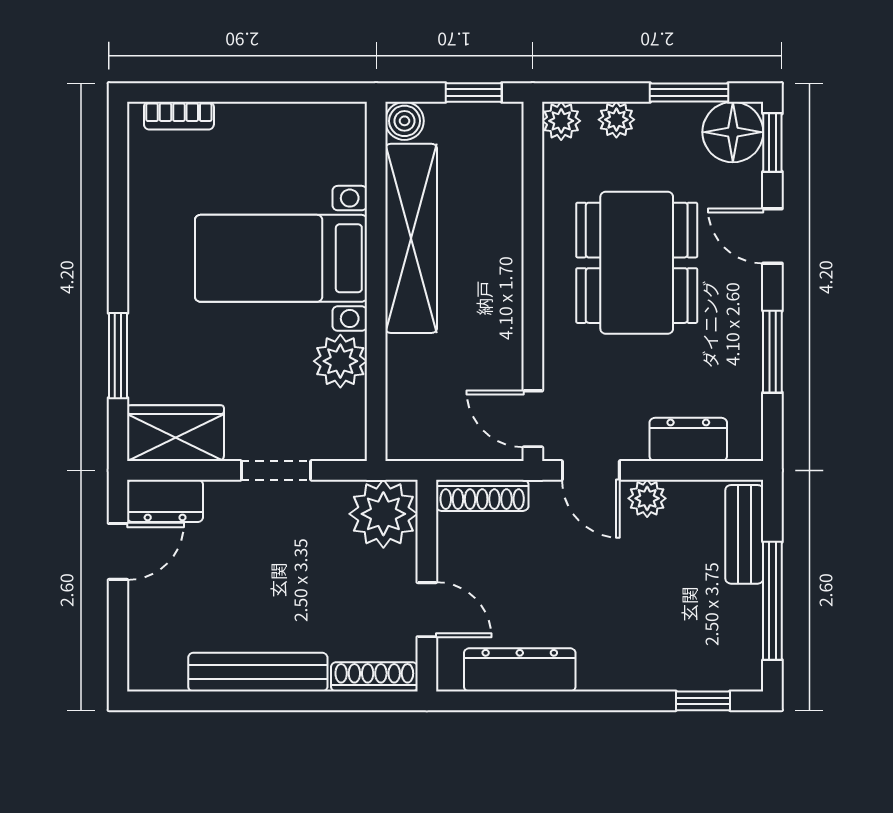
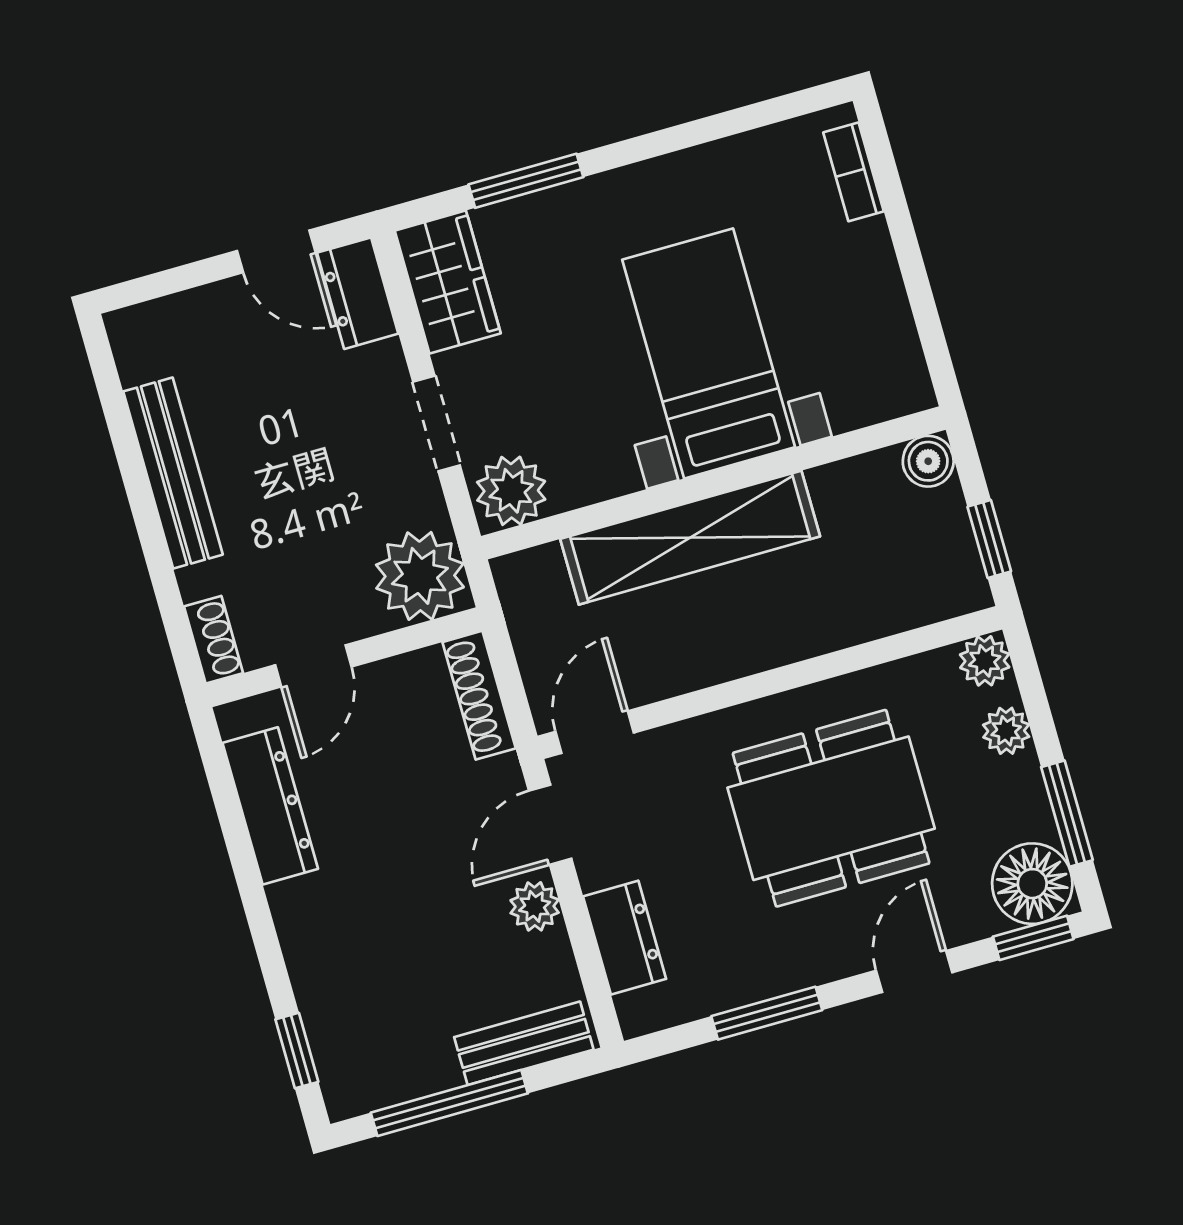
shelving: (411, 238) -> (690, 538), moved
plant: (340, 361) -> (511, 491), moved
shoe rack: (374, 677) -> (214, 640), width x0.70

